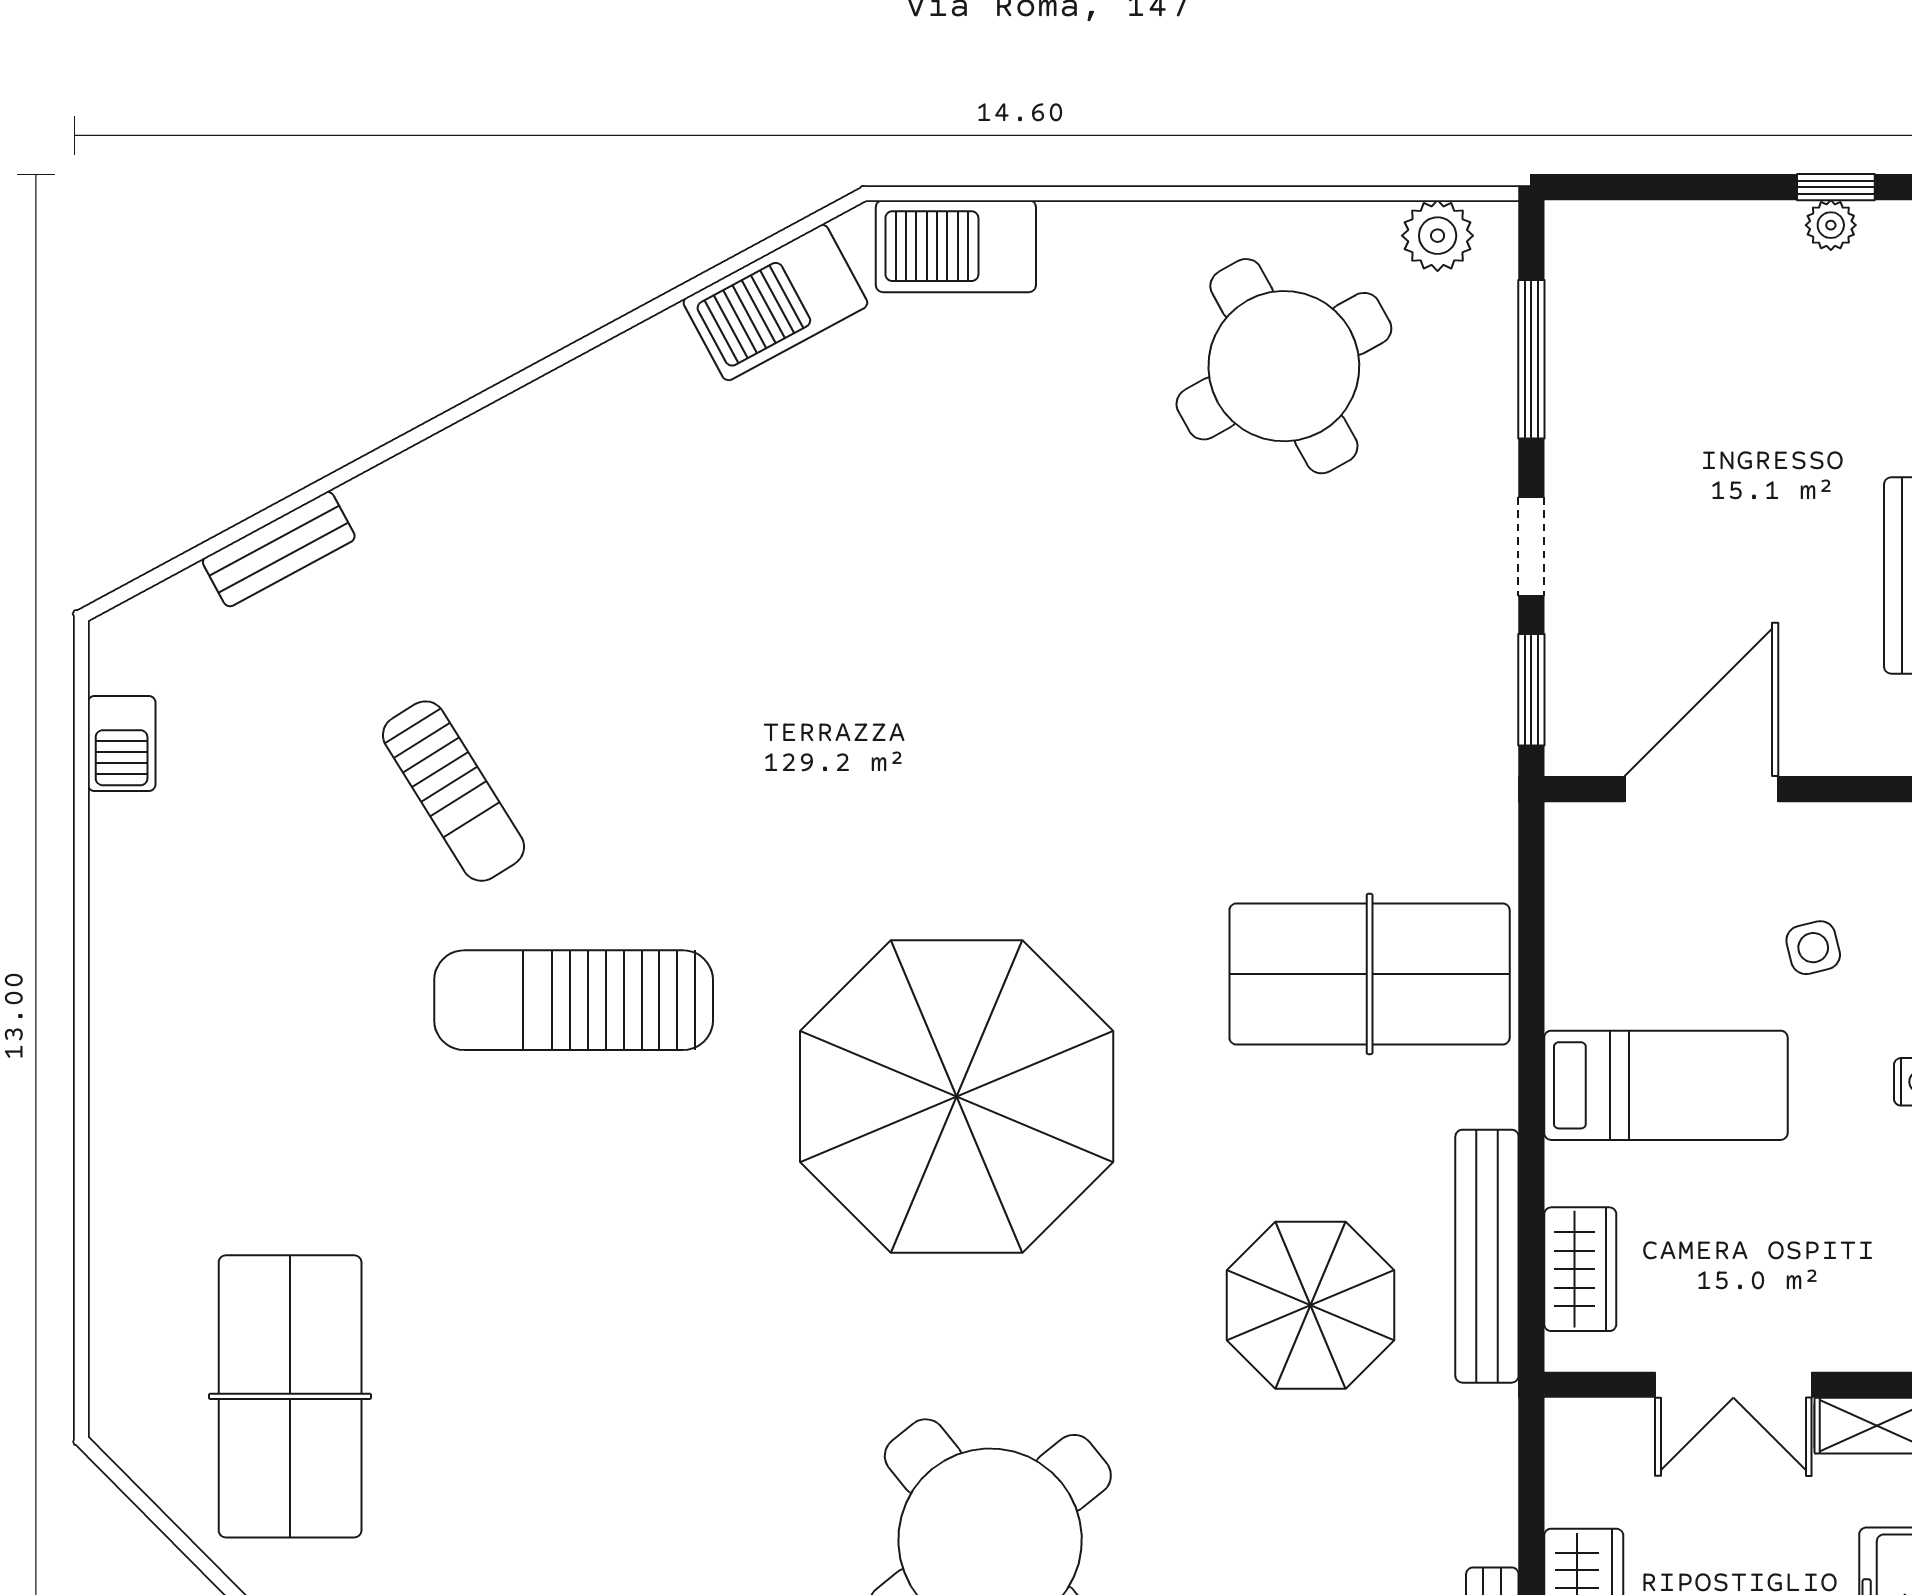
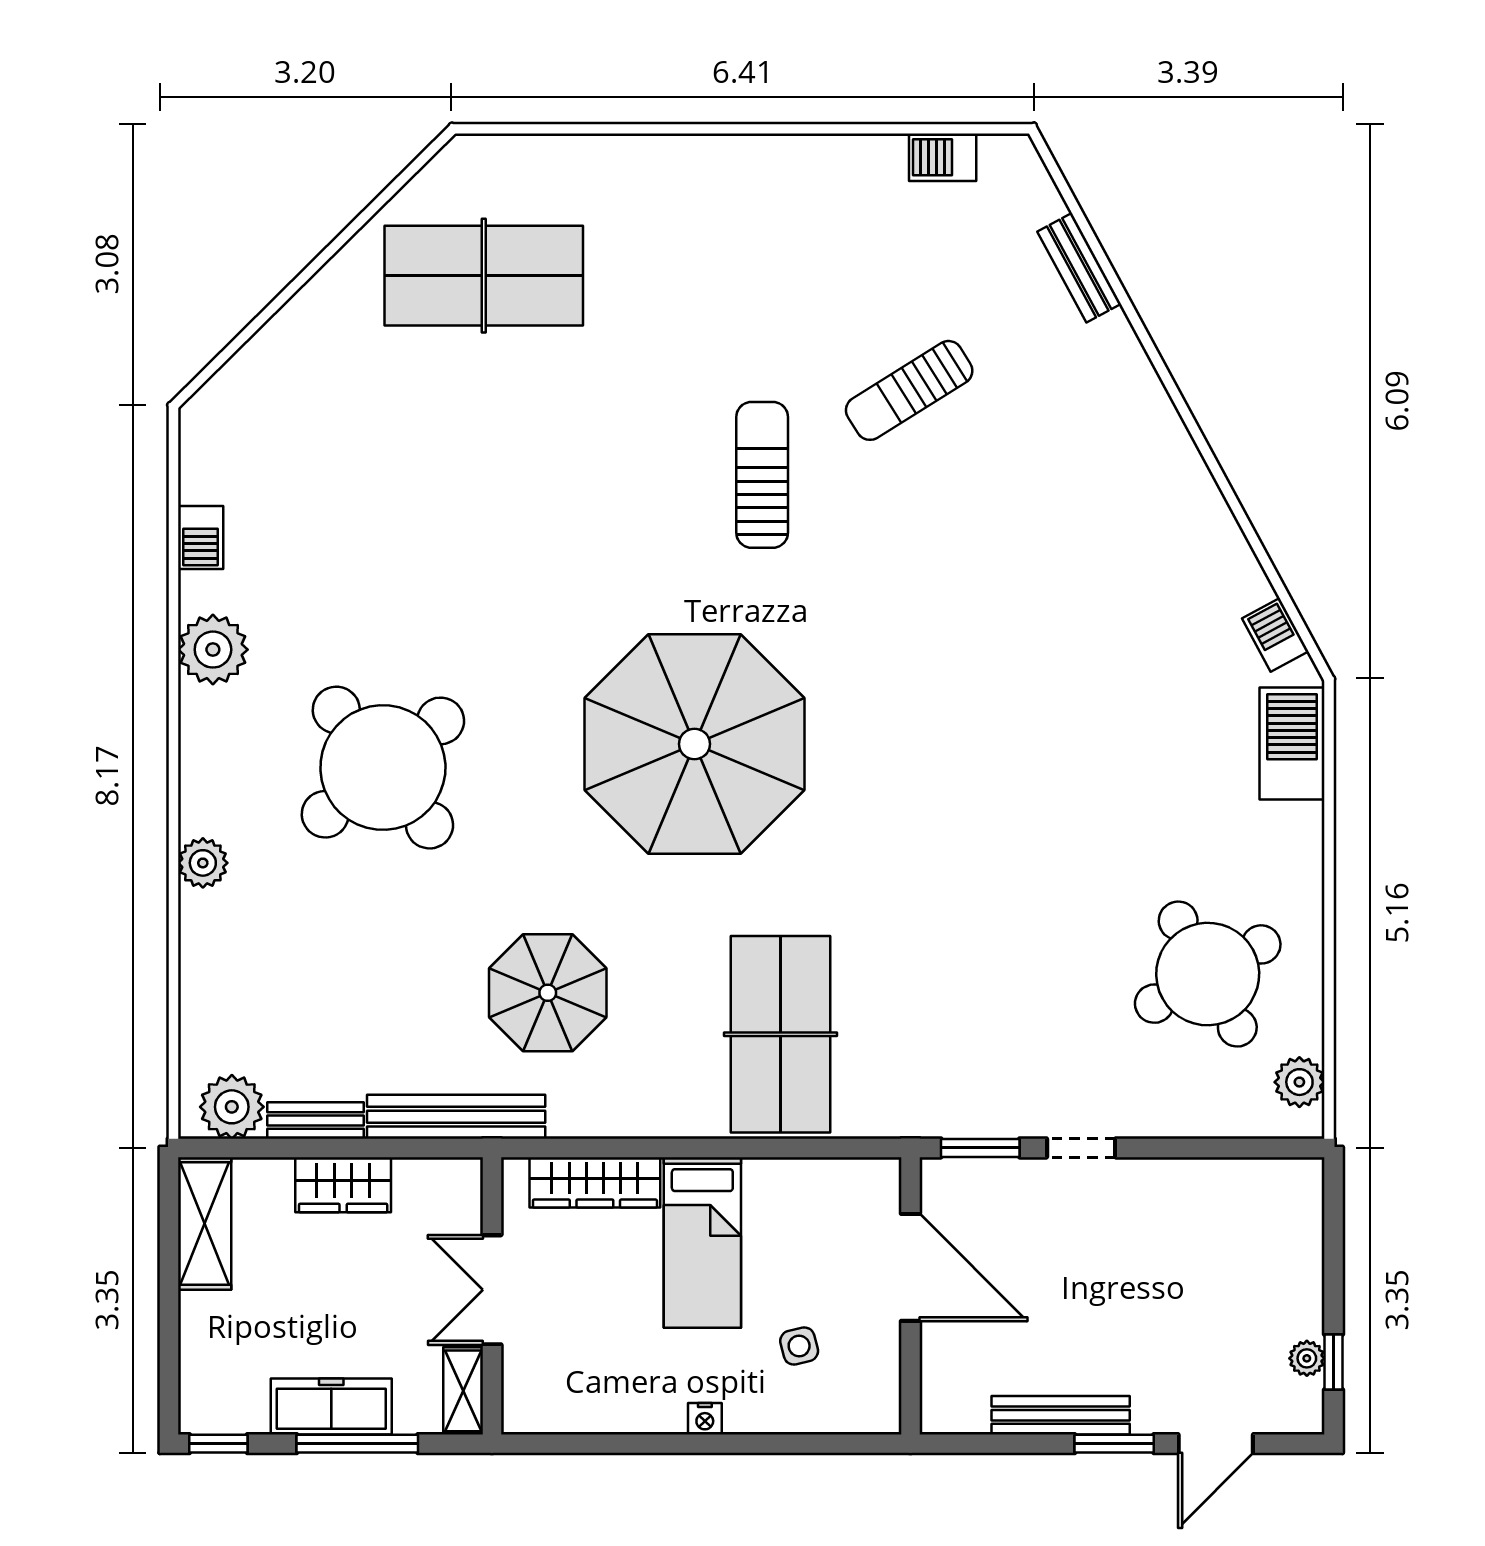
barbecue: (775, 303) -> (1275, 635), width x0.53, depth x0.65
window: (1531, 359) -> (1213, 1148), removed
sun lounger: (574, 1000) -> (762, 475), width x0.73, depth x0.75
bench: (1487, 1256) -> (456, 1117), moved
wardrobe: (1580, 1269) -> (595, 1182), width x1.50

